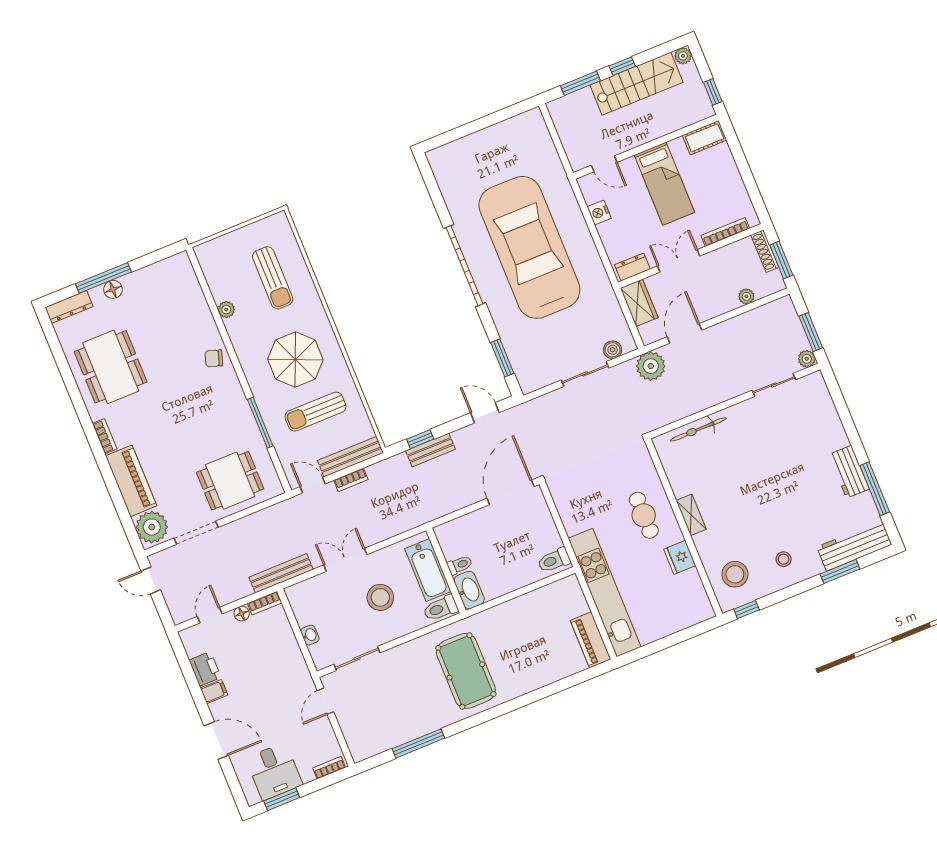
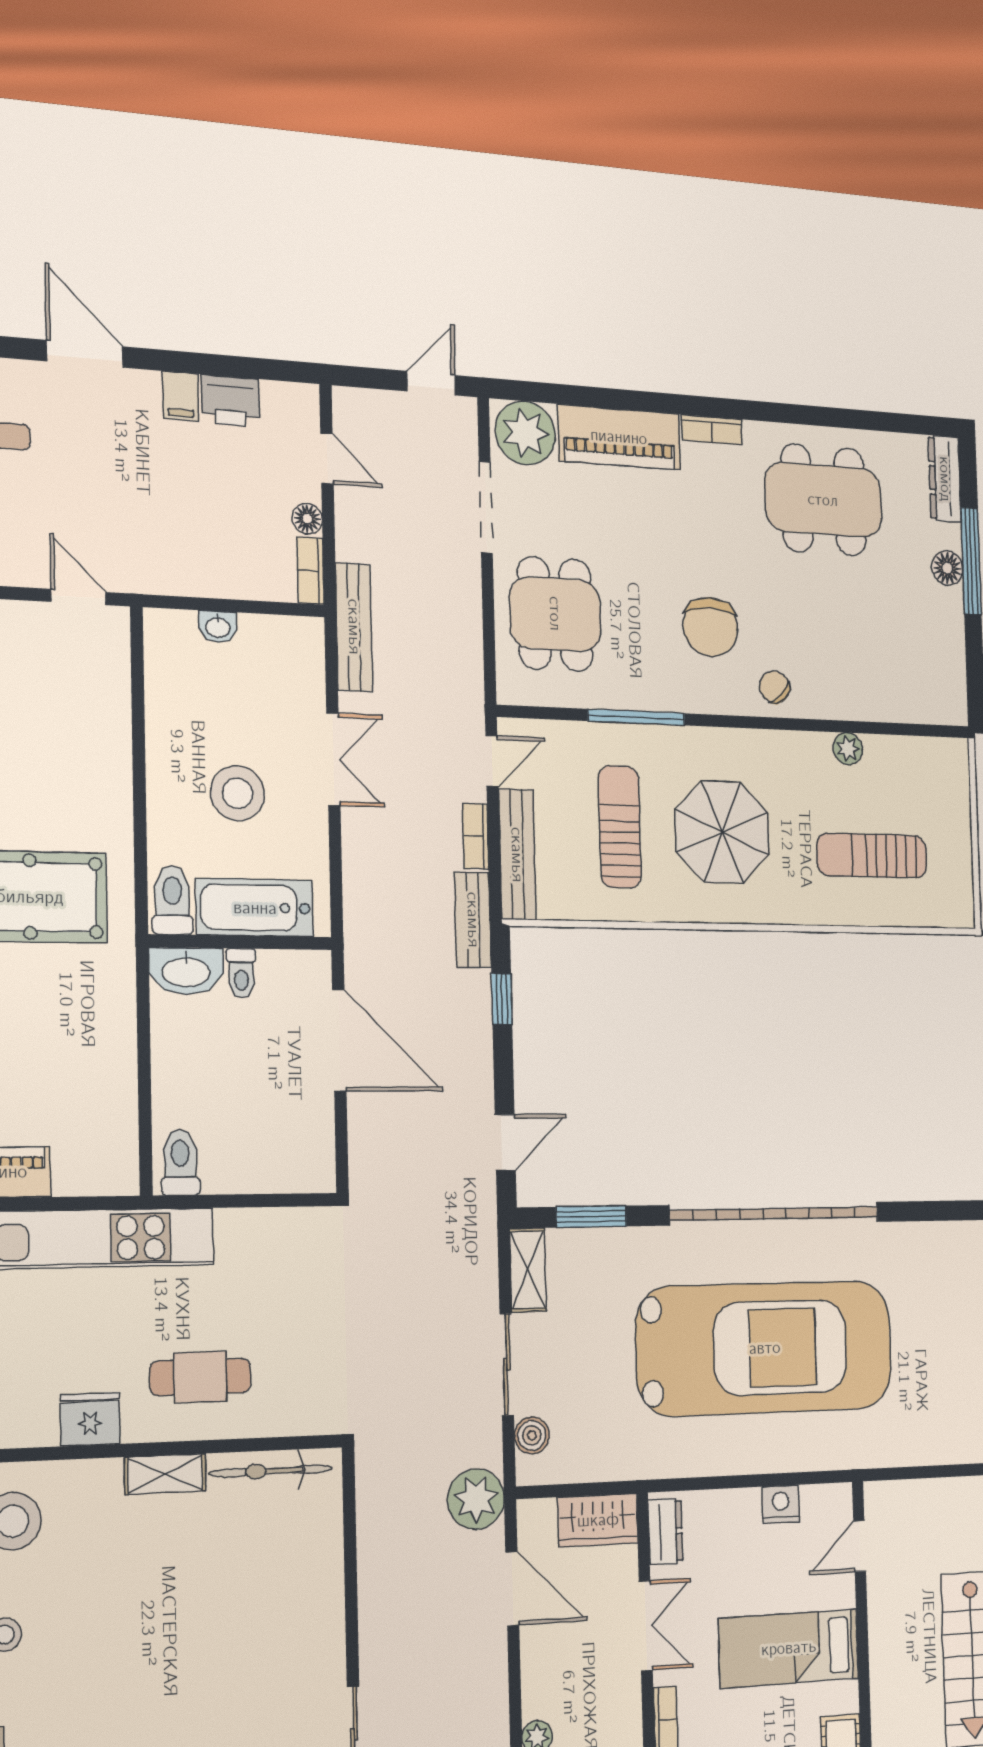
garage door: (465, 266) -> (775, 1214), width x1.36
chair: (214, 358) -> (775, 687), turned -63
shelving: (538, 380) -> (528, 1270), added
chair: (200, 402) -> (710, 627), added
bicycle: (698, 429) -> (271, 1471), moved, turned -90
bench: (430, 450) -> (473, 920), moved
door: (511, 492) -> (339, 1040), moved
sliding door: (357, 658) -> (138, 696), removed
door: (216, 741) -> (85, 354), swing flipped

